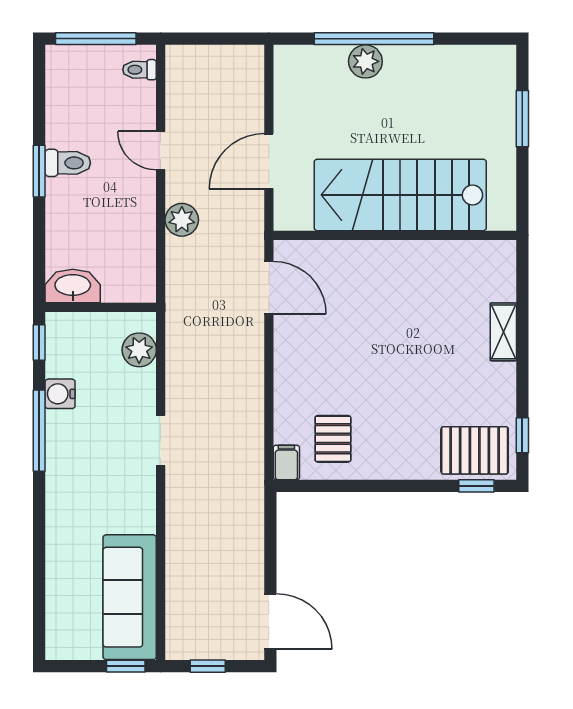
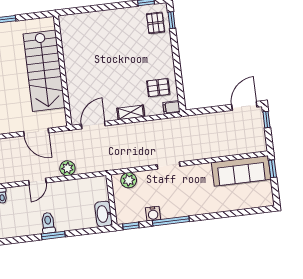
shelving: (503, 332) -> (131, 112), moved
pallet: (475, 450) -> (156, 23), width x0.67, depth x0.71
window: (208, 666) -> (266, 120), moved

